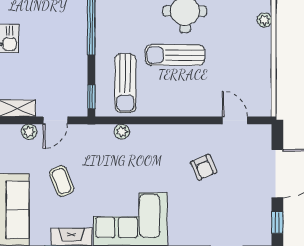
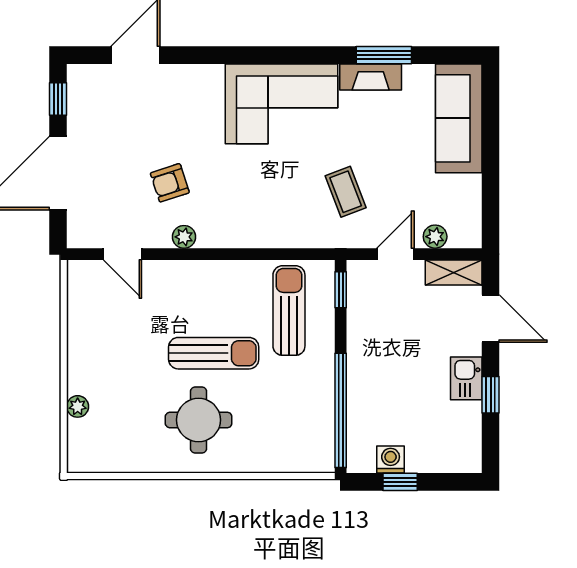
plant: (122, 132) -> (184, 237), moved
armchair: (204, 167) -> (170, 183), turned -84
coffee table: (62, 181) -> (346, 192), moved

